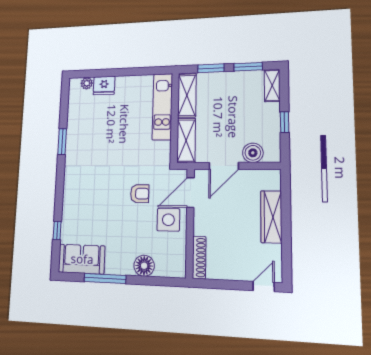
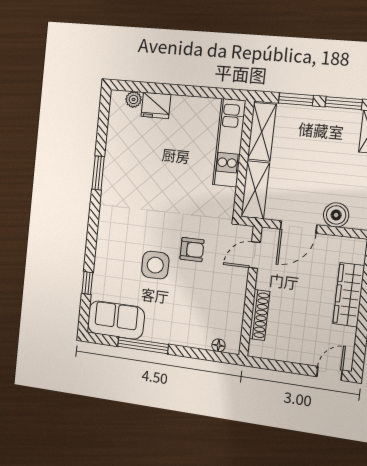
door: (190, 193) -> (254, 255), width x0.73
side table: (168, 220) -> (155, 265), moved
shoe rack: (199, 257) -> (259, 315), moved
floor lamp: (144, 266) -> (218, 345), moved, width x0.53, depth x0.53

